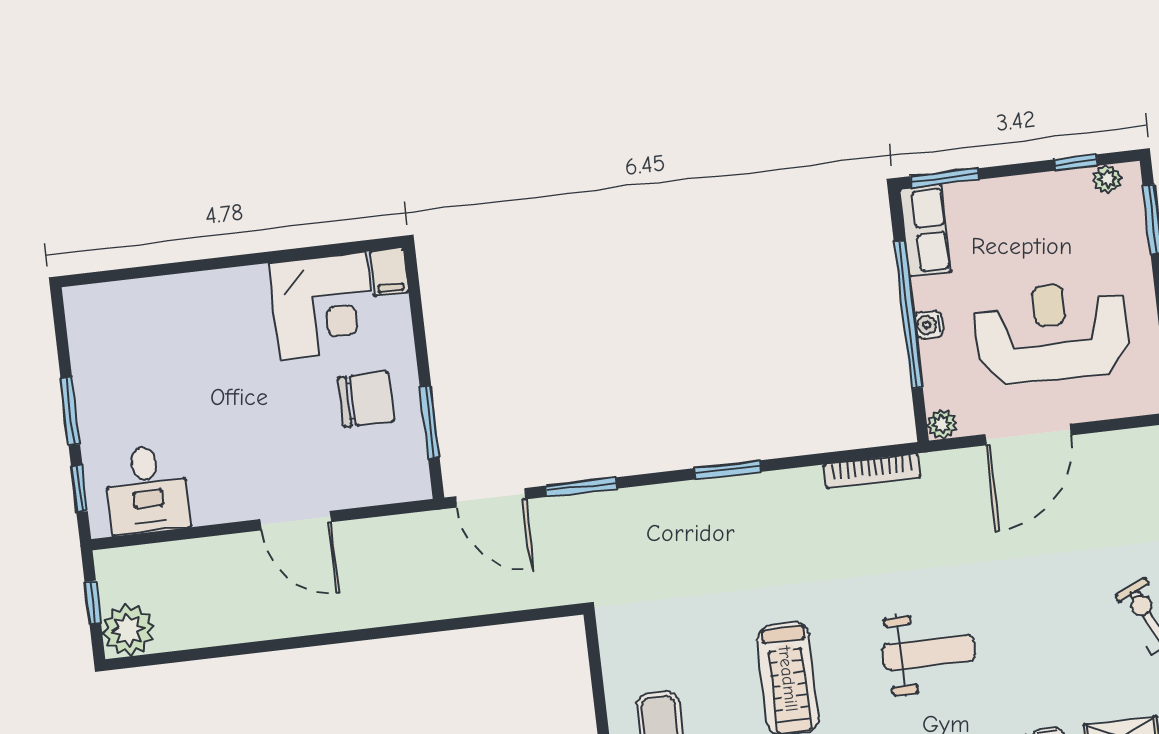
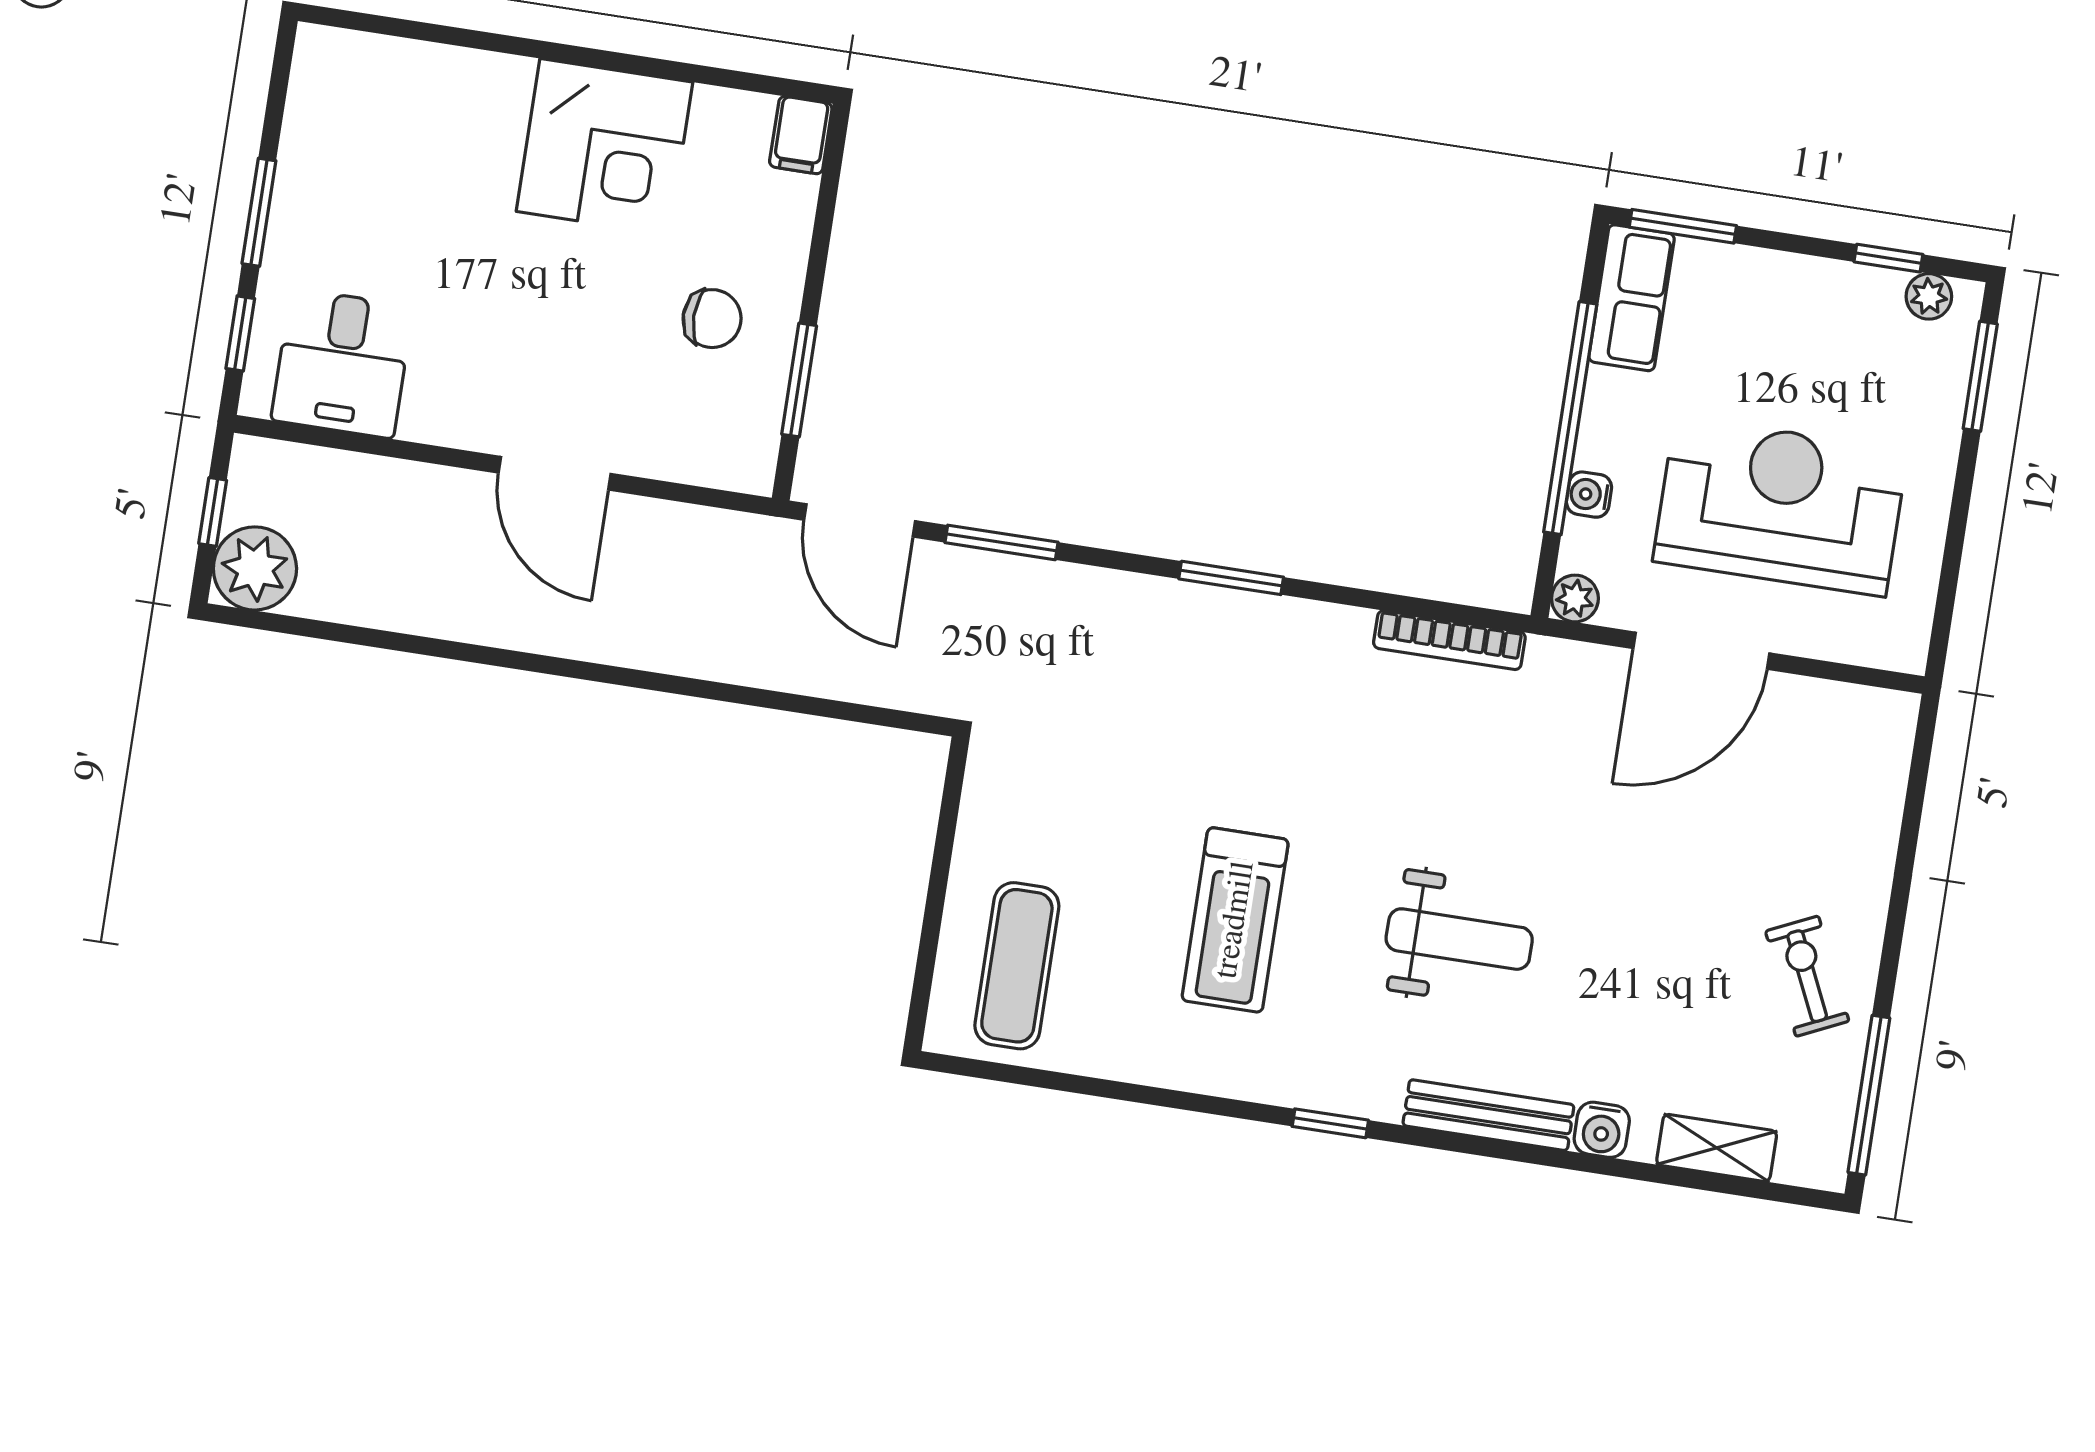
corner desk: (323, 306) -> (605, 147), moved
water cooler: (929, 325) -> (1589, 495), moved
chair: (366, 399) -> (712, 319), width x0.73, depth x0.73

